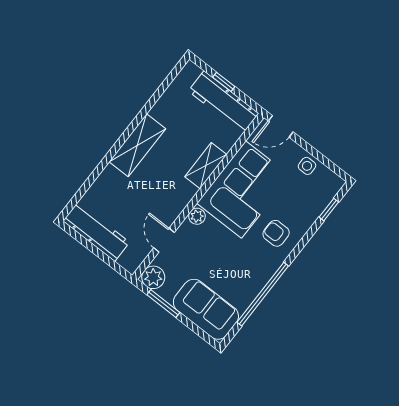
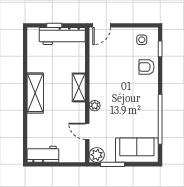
shelving: (206, 166) -> (79, 87), moved
side table: (307, 166) -> (142, 40), moved
corner sofa: (243, 190) -> (108, 73), removed
workbench: (96, 232) -> (43, 154), width x0.73
armchair: (276, 233) -> (147, 67), moved

